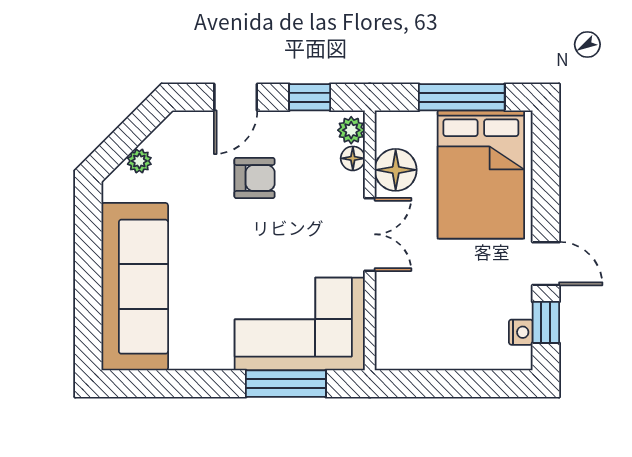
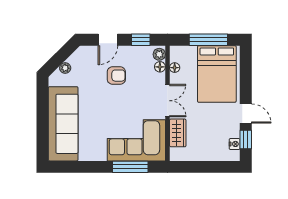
floor lamp: (396, 170) -> (175, 68), width x0.53, depth x0.53
wardrobe: (393, 307) -> (178, 133), added

